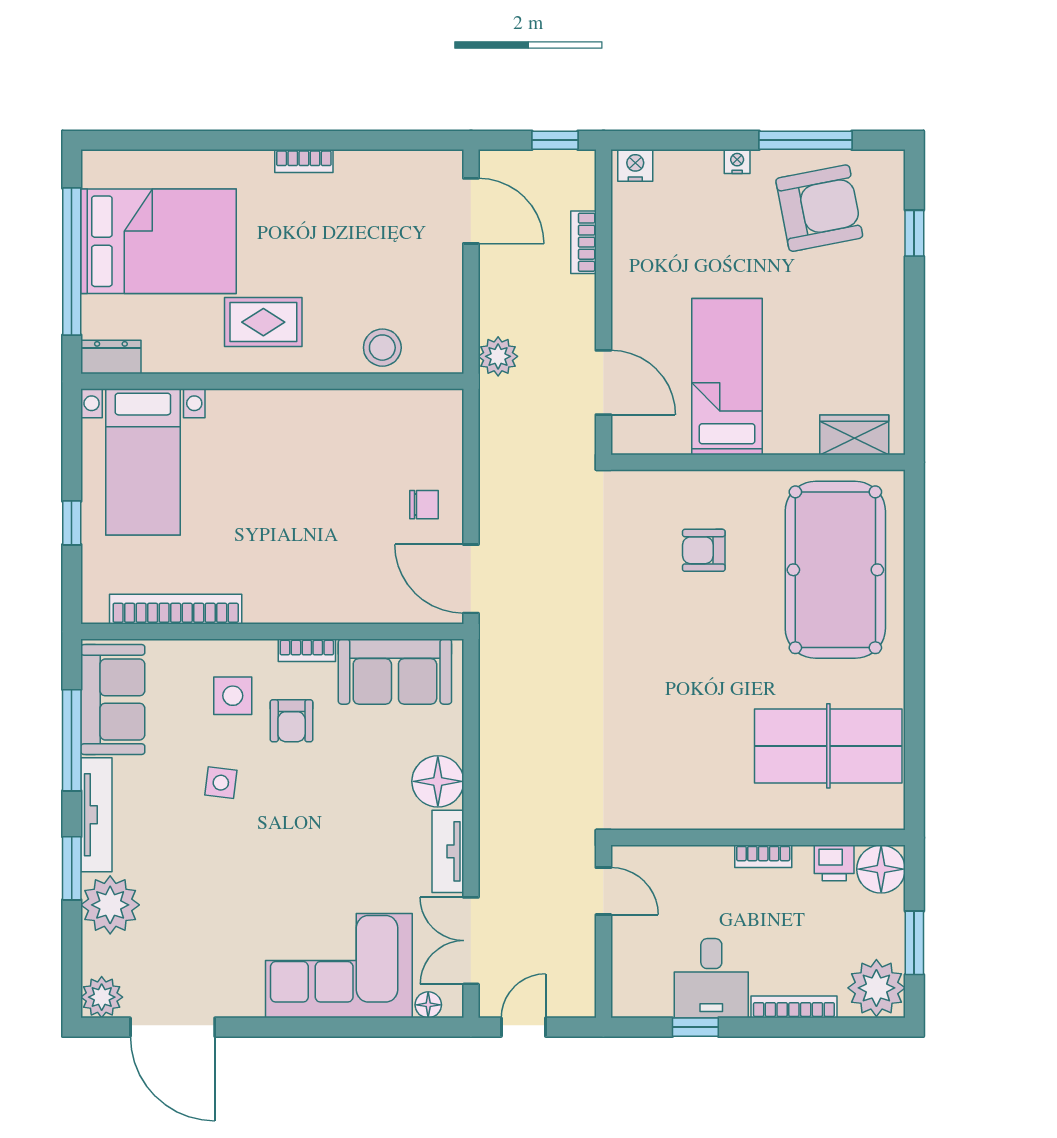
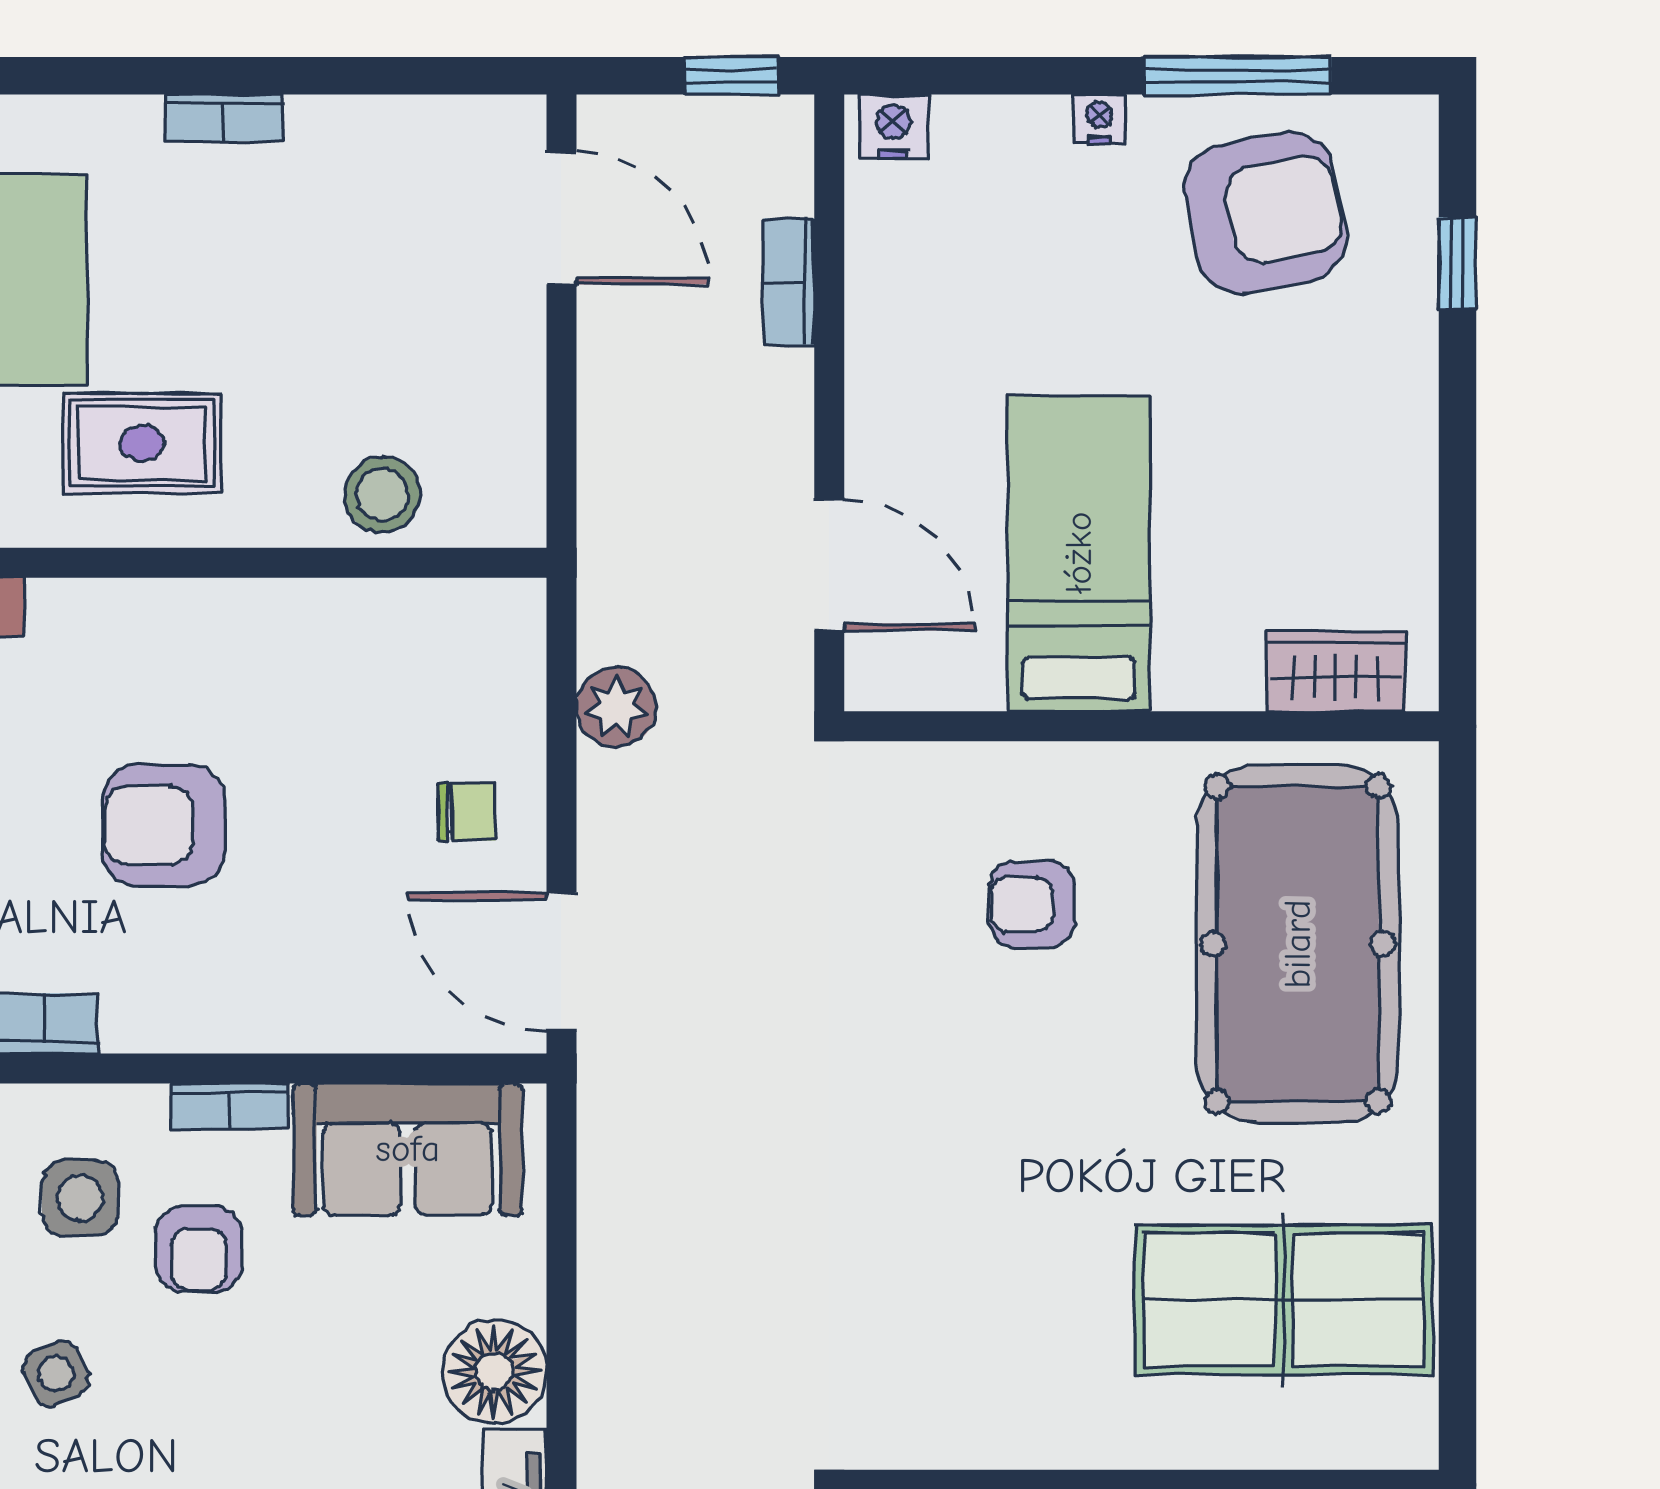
plant: (498, 356) -> (616, 707), moved
armchair: (274, 511) -> (163, 825), added
side table: (221, 783) -> (56, 1374), turned -33

